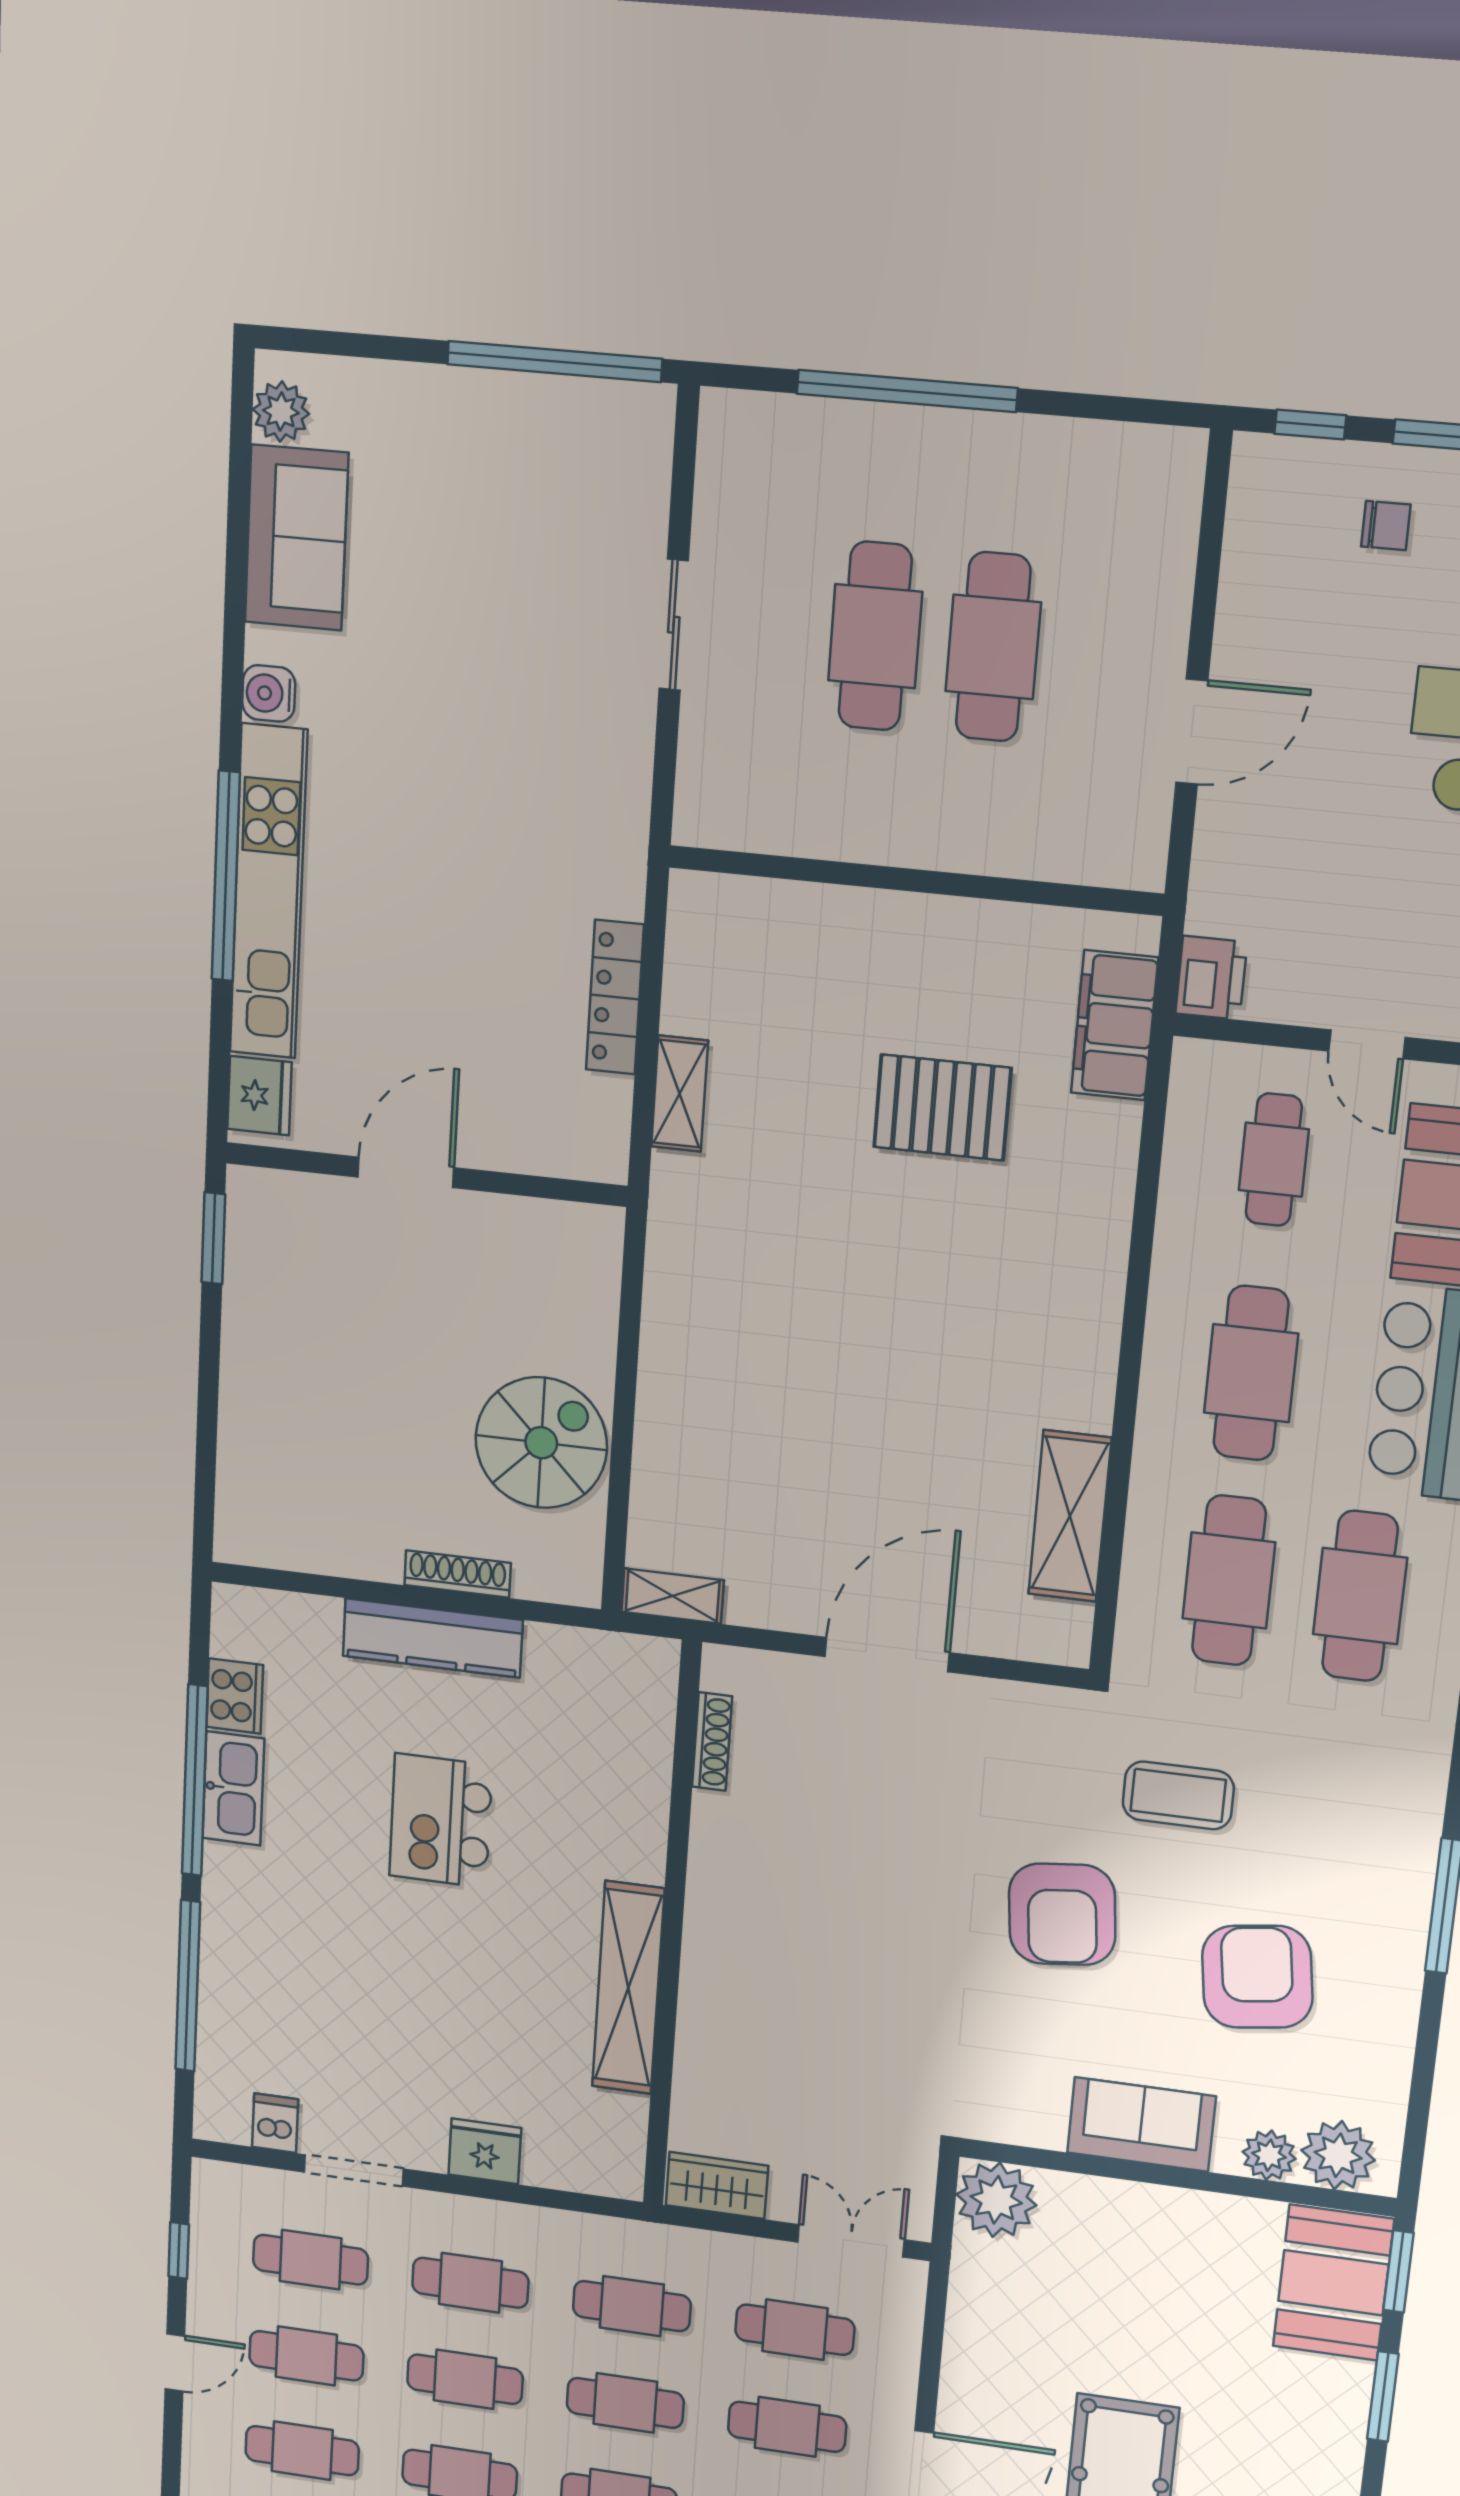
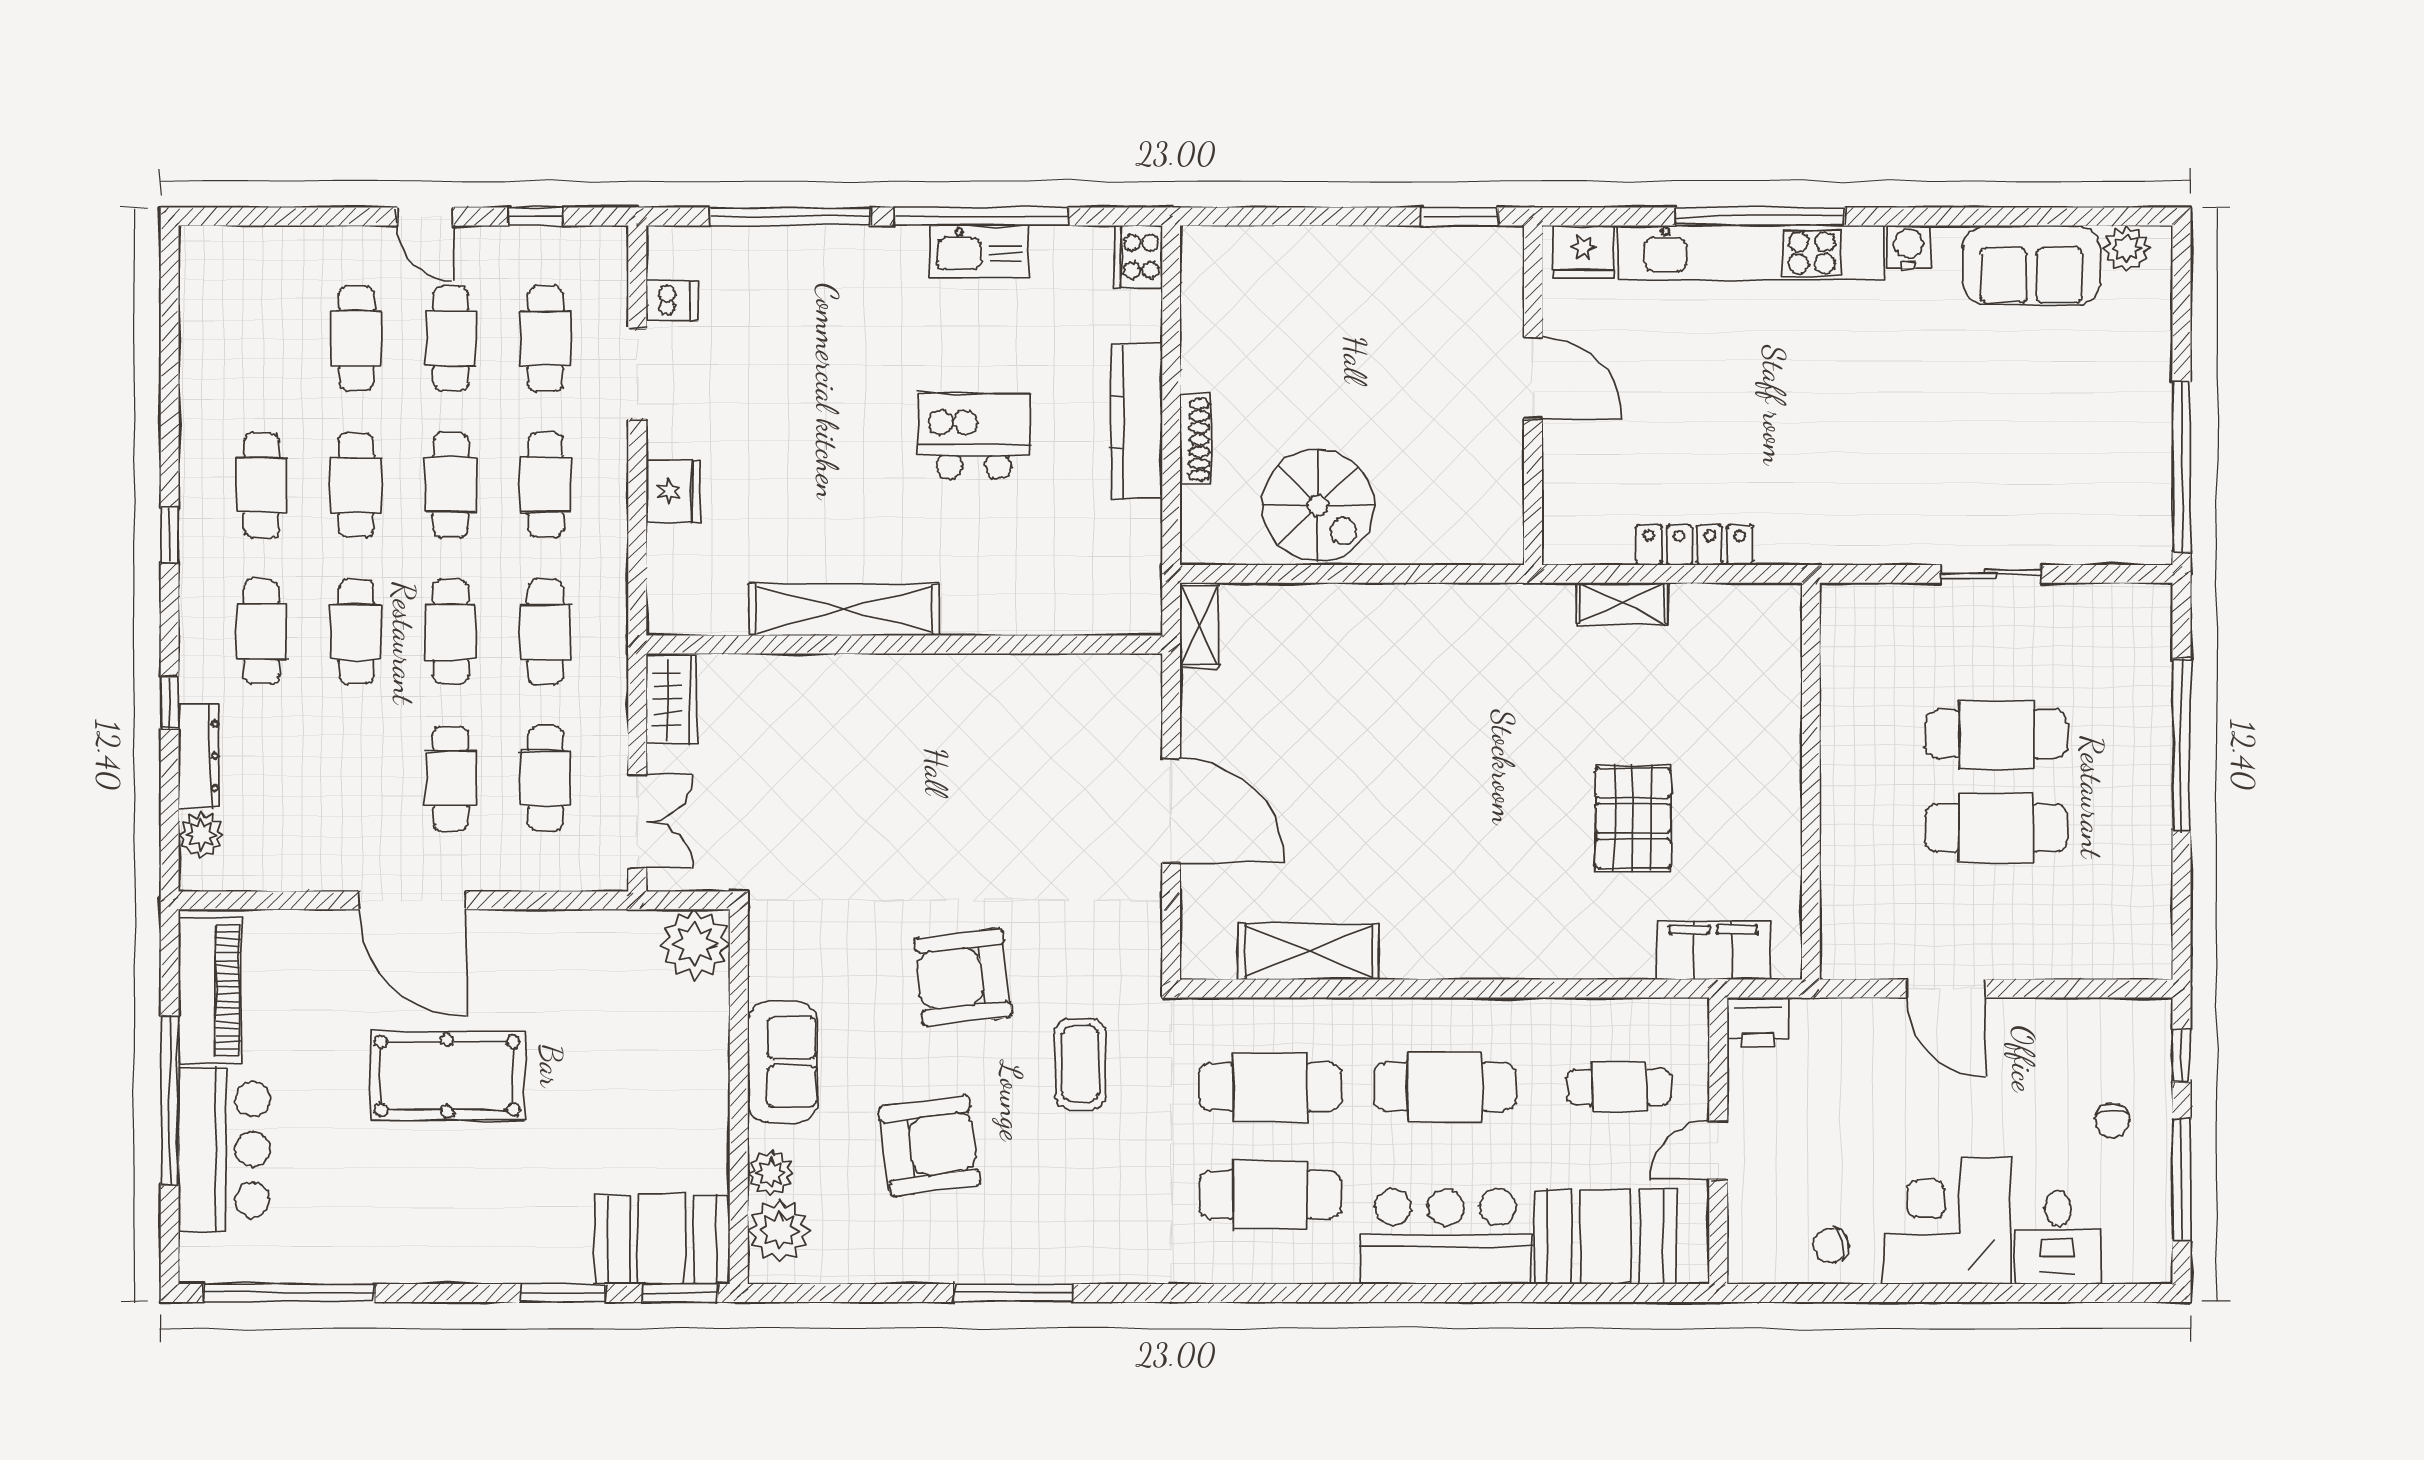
cooker: (235, 1696) -> (1138, 256), moved, turned 90
shoe rack: (712, 1742) -> (1076, 668), removed

